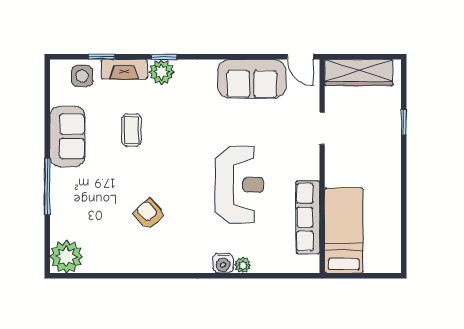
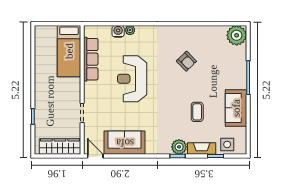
water cooler: (223, 263) -> (118, 31), moved

